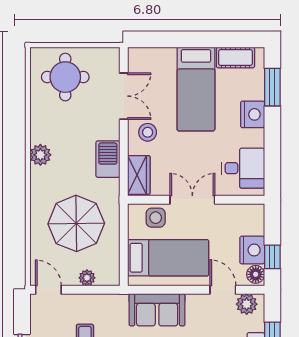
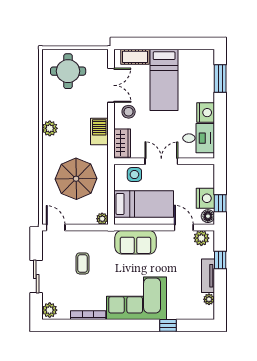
cot: (235, 58) -> (135, 57), moved
nightstand: (253, 114) -> (206, 113), moved
plant: (87, 278) -> (102, 219), moved

